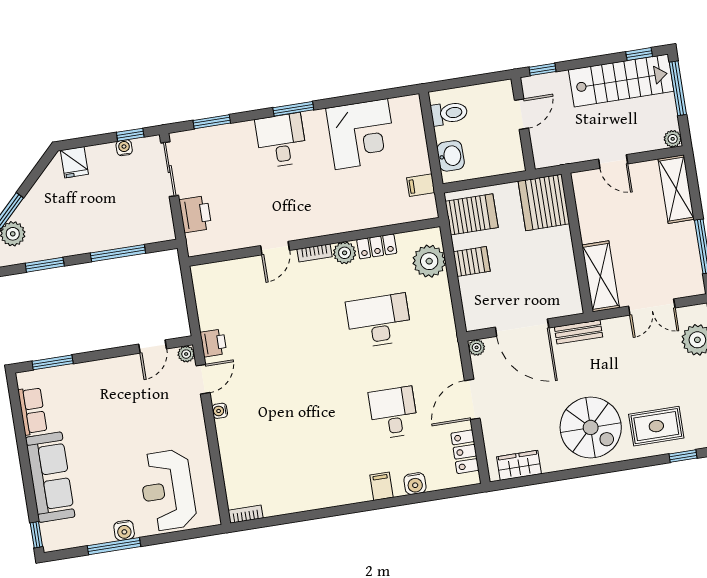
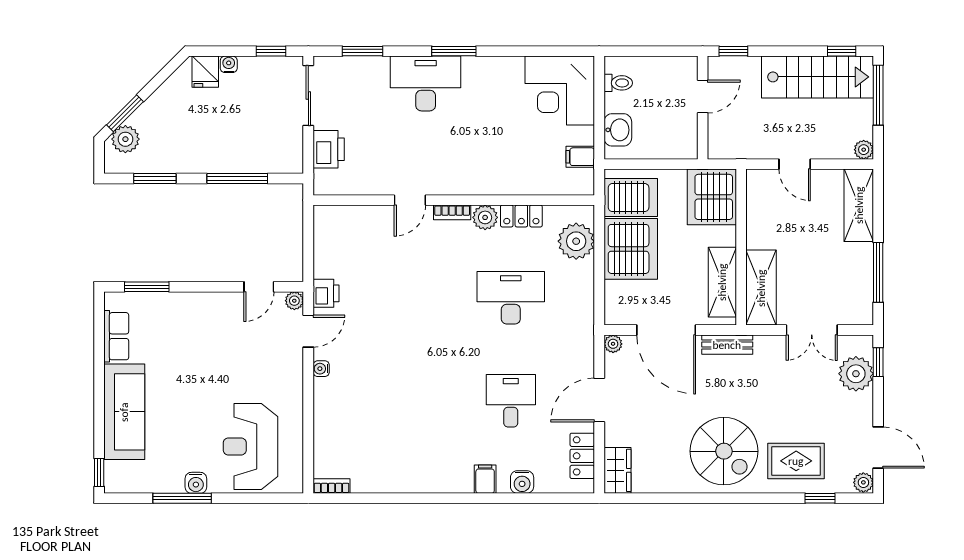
toilet: (449, 113) -> (618, 83), width x0.73, depth x0.72
corner desk: (361, 134) -> (560, 90), moved, turned 90
desk: (281, 140) -> (426, 83), width x1.37
water cooler: (124, 148) -> (229, 64), moved
server rack: (472, 261) -> (631, 249), width x2.18, depth x1.44
shelving: (565, 277) -> (722, 282), added
wardrobe: (519, 465) -> (617, 470), moved, turned 90

